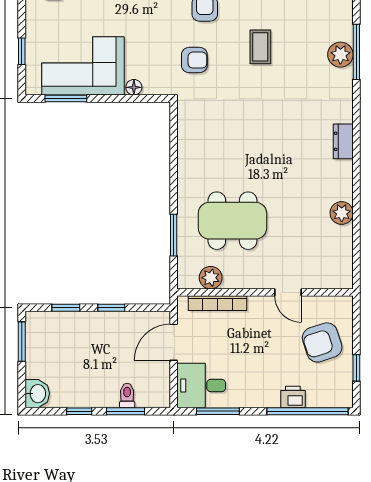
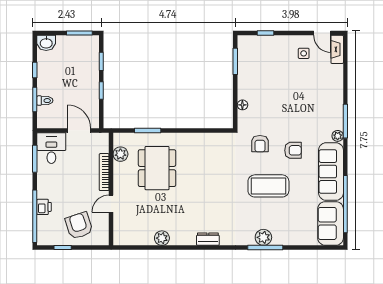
coffee table: (260, 47) -> (268, 186), width x1.86, depth x1.72
corner sofa: (83, 66) -> (256, 72), removed
bookcase: (218, 303) -> (104, 172), moved

